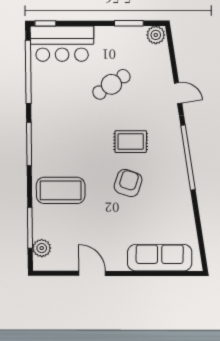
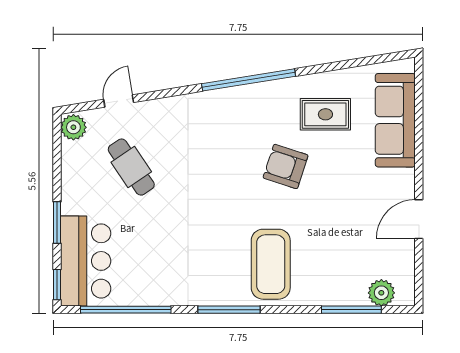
window: (129, 23) -> (57, 222), moved
cafe table: (111, 84) -> (131, 167), moved
door: (178, 93) -> (119, 101), moved
rug: (131, 142) -> (325, 114), moved, turned 90
coffee table: (61, 190) -> (271, 264), moved

